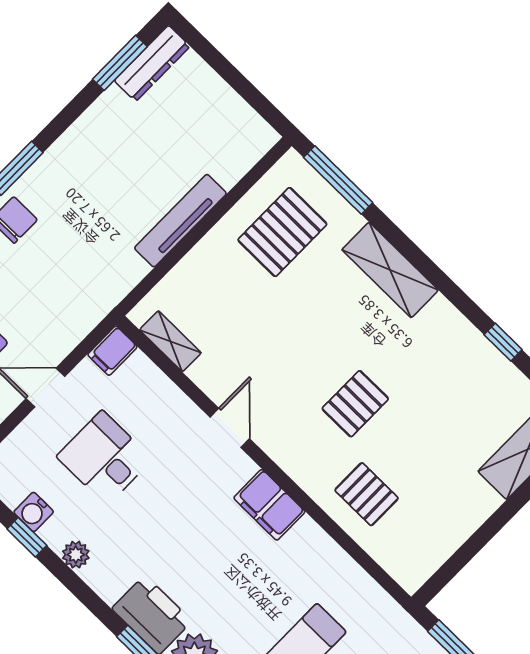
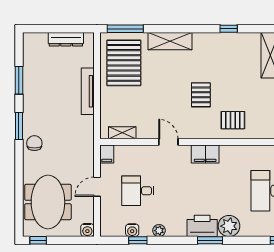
window: (120, 63) -> (19, 80), moved
dresser: (152, 63) -> (66, 39), moved, turned 90
pallet: (282, 232) -> (124, 63), width x1.37, depth x1.41

